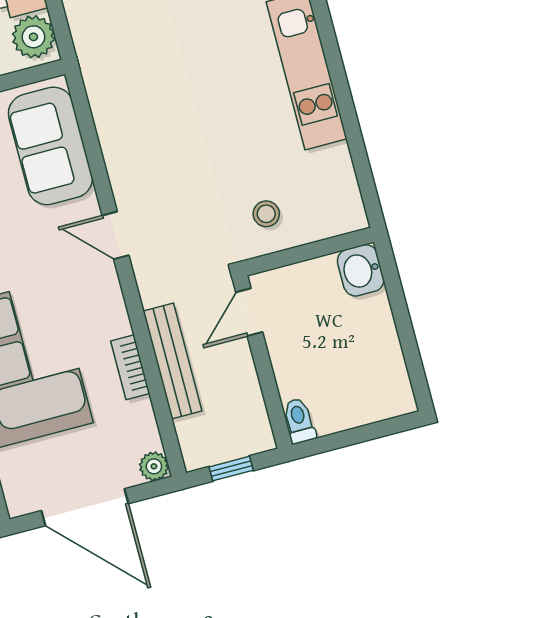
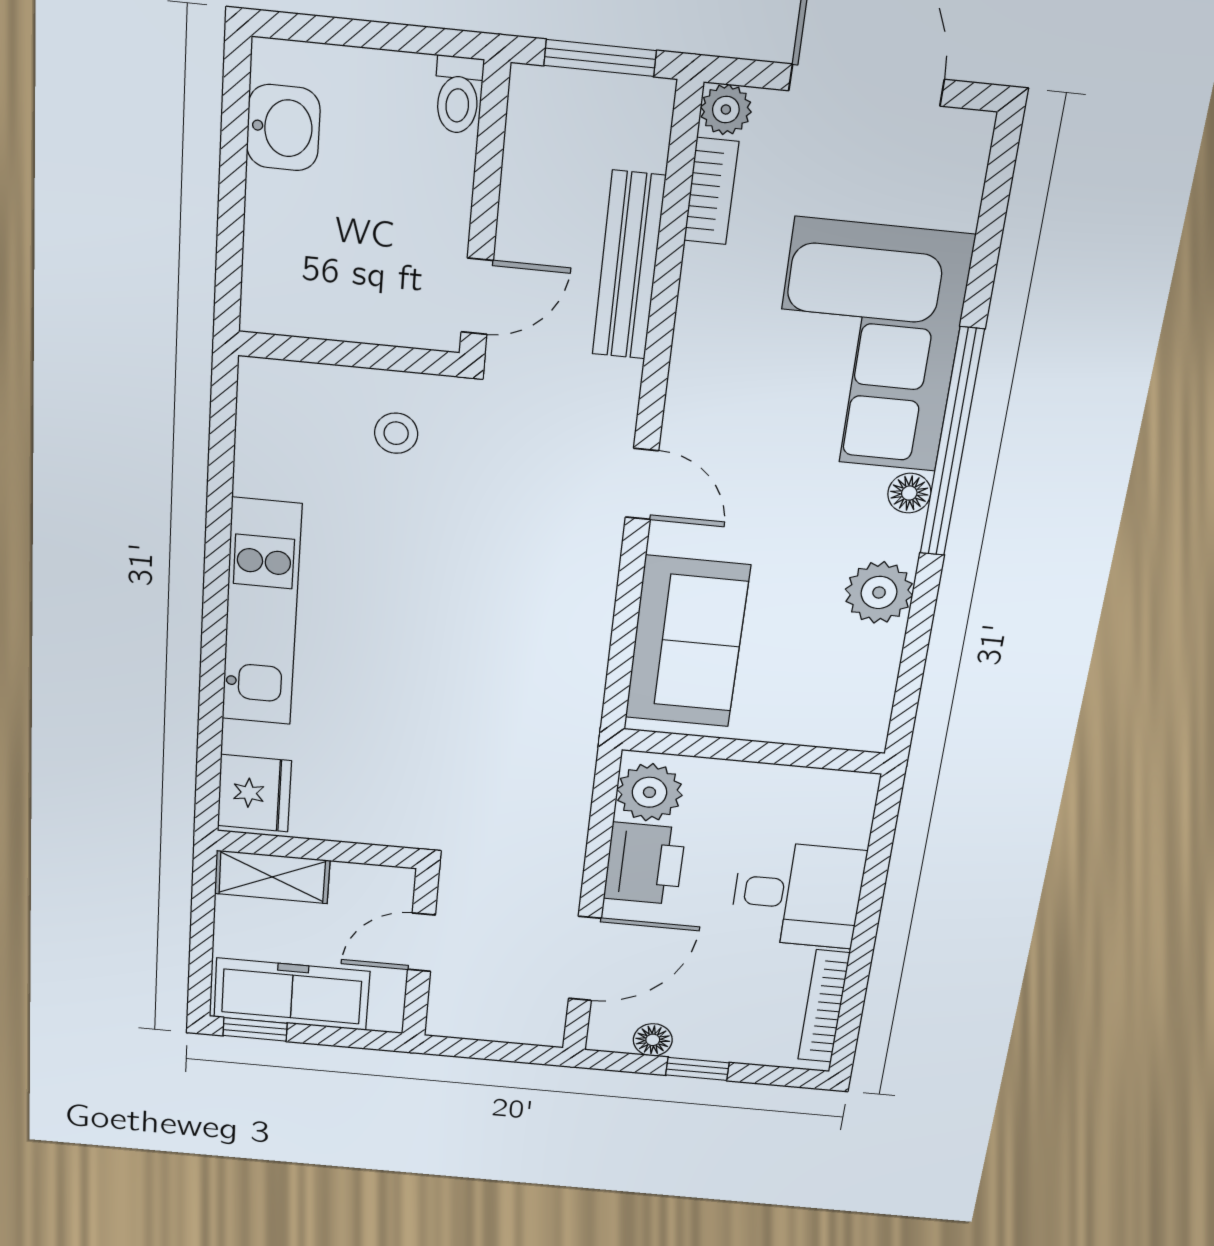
washbasin: (361, 270) -> (283, 128), moved
bookcase: (130, 367) -> (711, 191), moved
window: (231, 469) -> (600, 58), width x1.50

